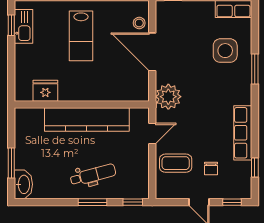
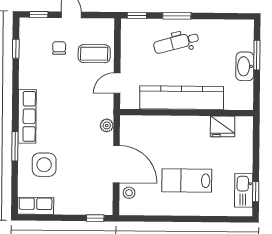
lab bench: (81, 36) -> (187, 181), turned -90
plant: (168, 97) -> (107, 125), width x0.53, depth x0.53
row of seats: (243, 133) -> (27, 116), moved
washbasin: (23, 184) -> (245, 66), moved

